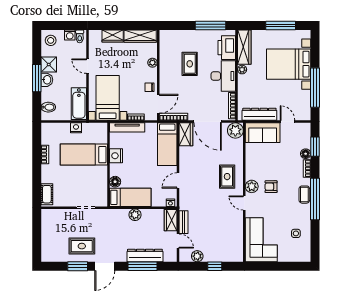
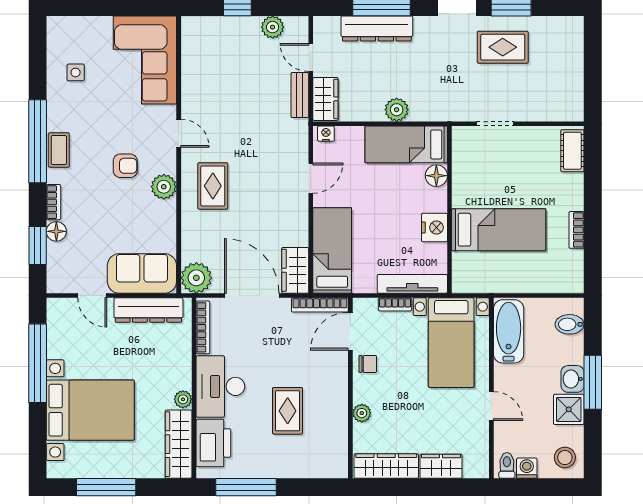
nightstand: (76, 128) -> (514, 283), removed
plant: (252, 186) -> (164, 187), moved

